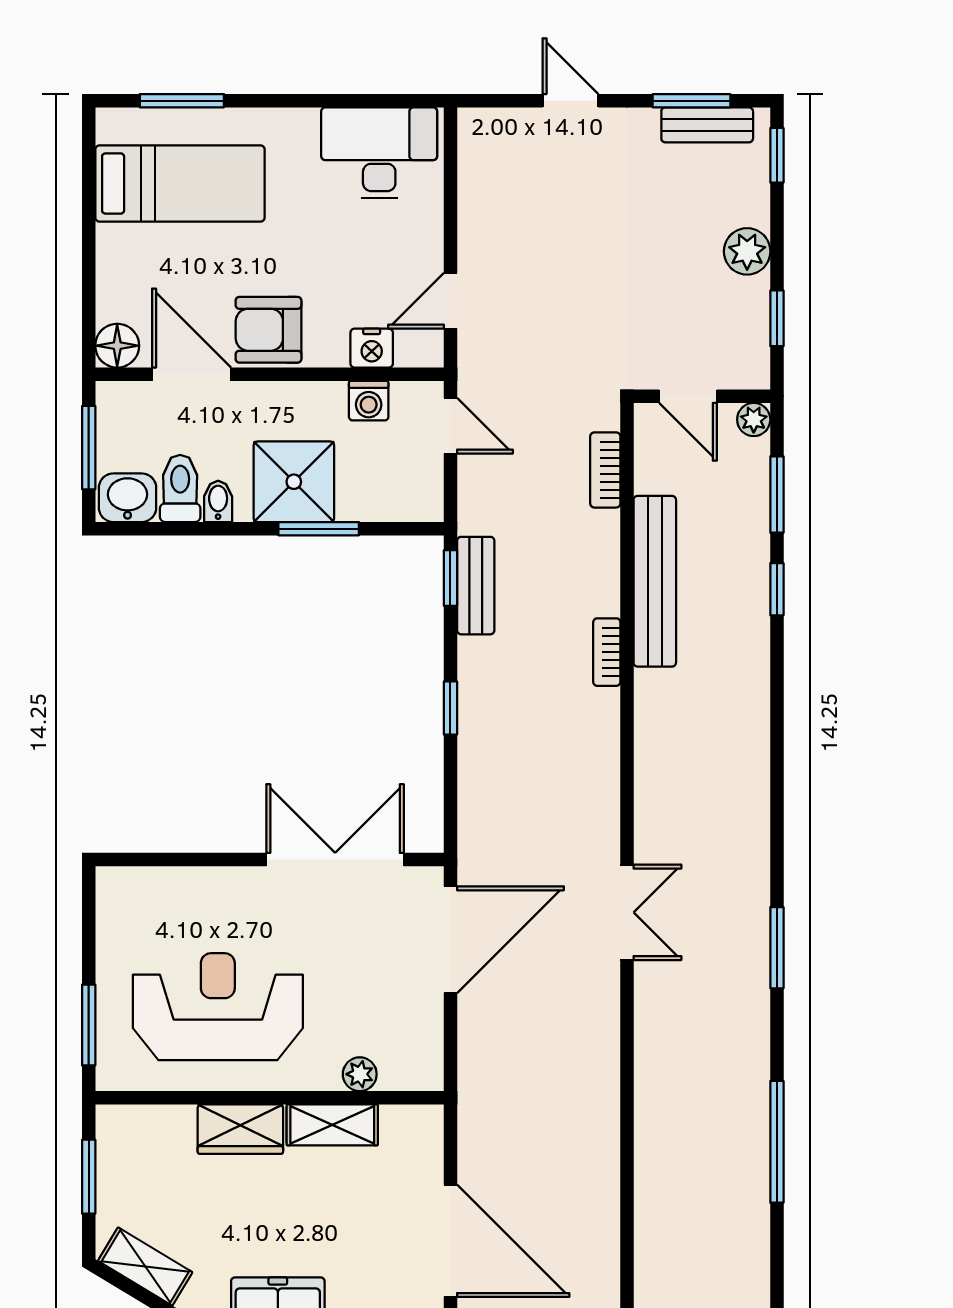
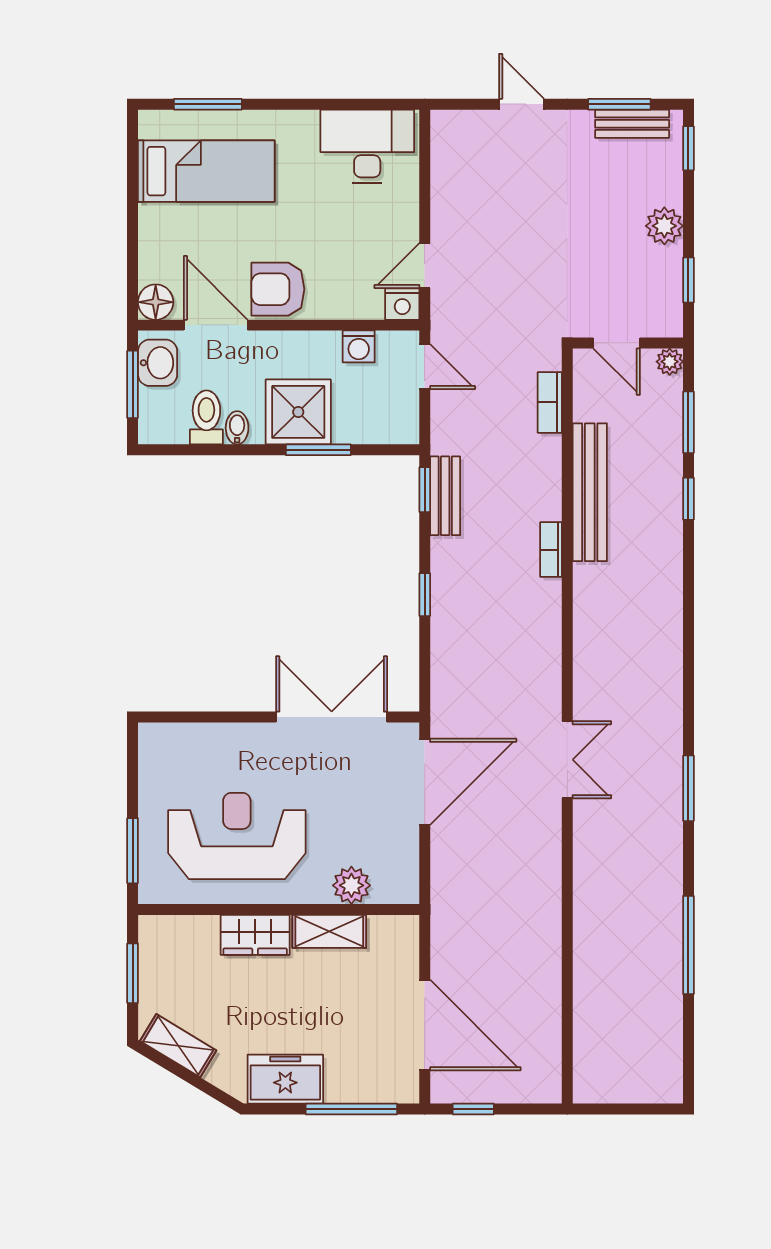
nightstand: (372, 348) -> (402, 304), moved
washbasin: (128, 498) -> (158, 363), moved, turned 90
plant: (360, 1074) -> (351, 885), width x1.38, depth x1.38

